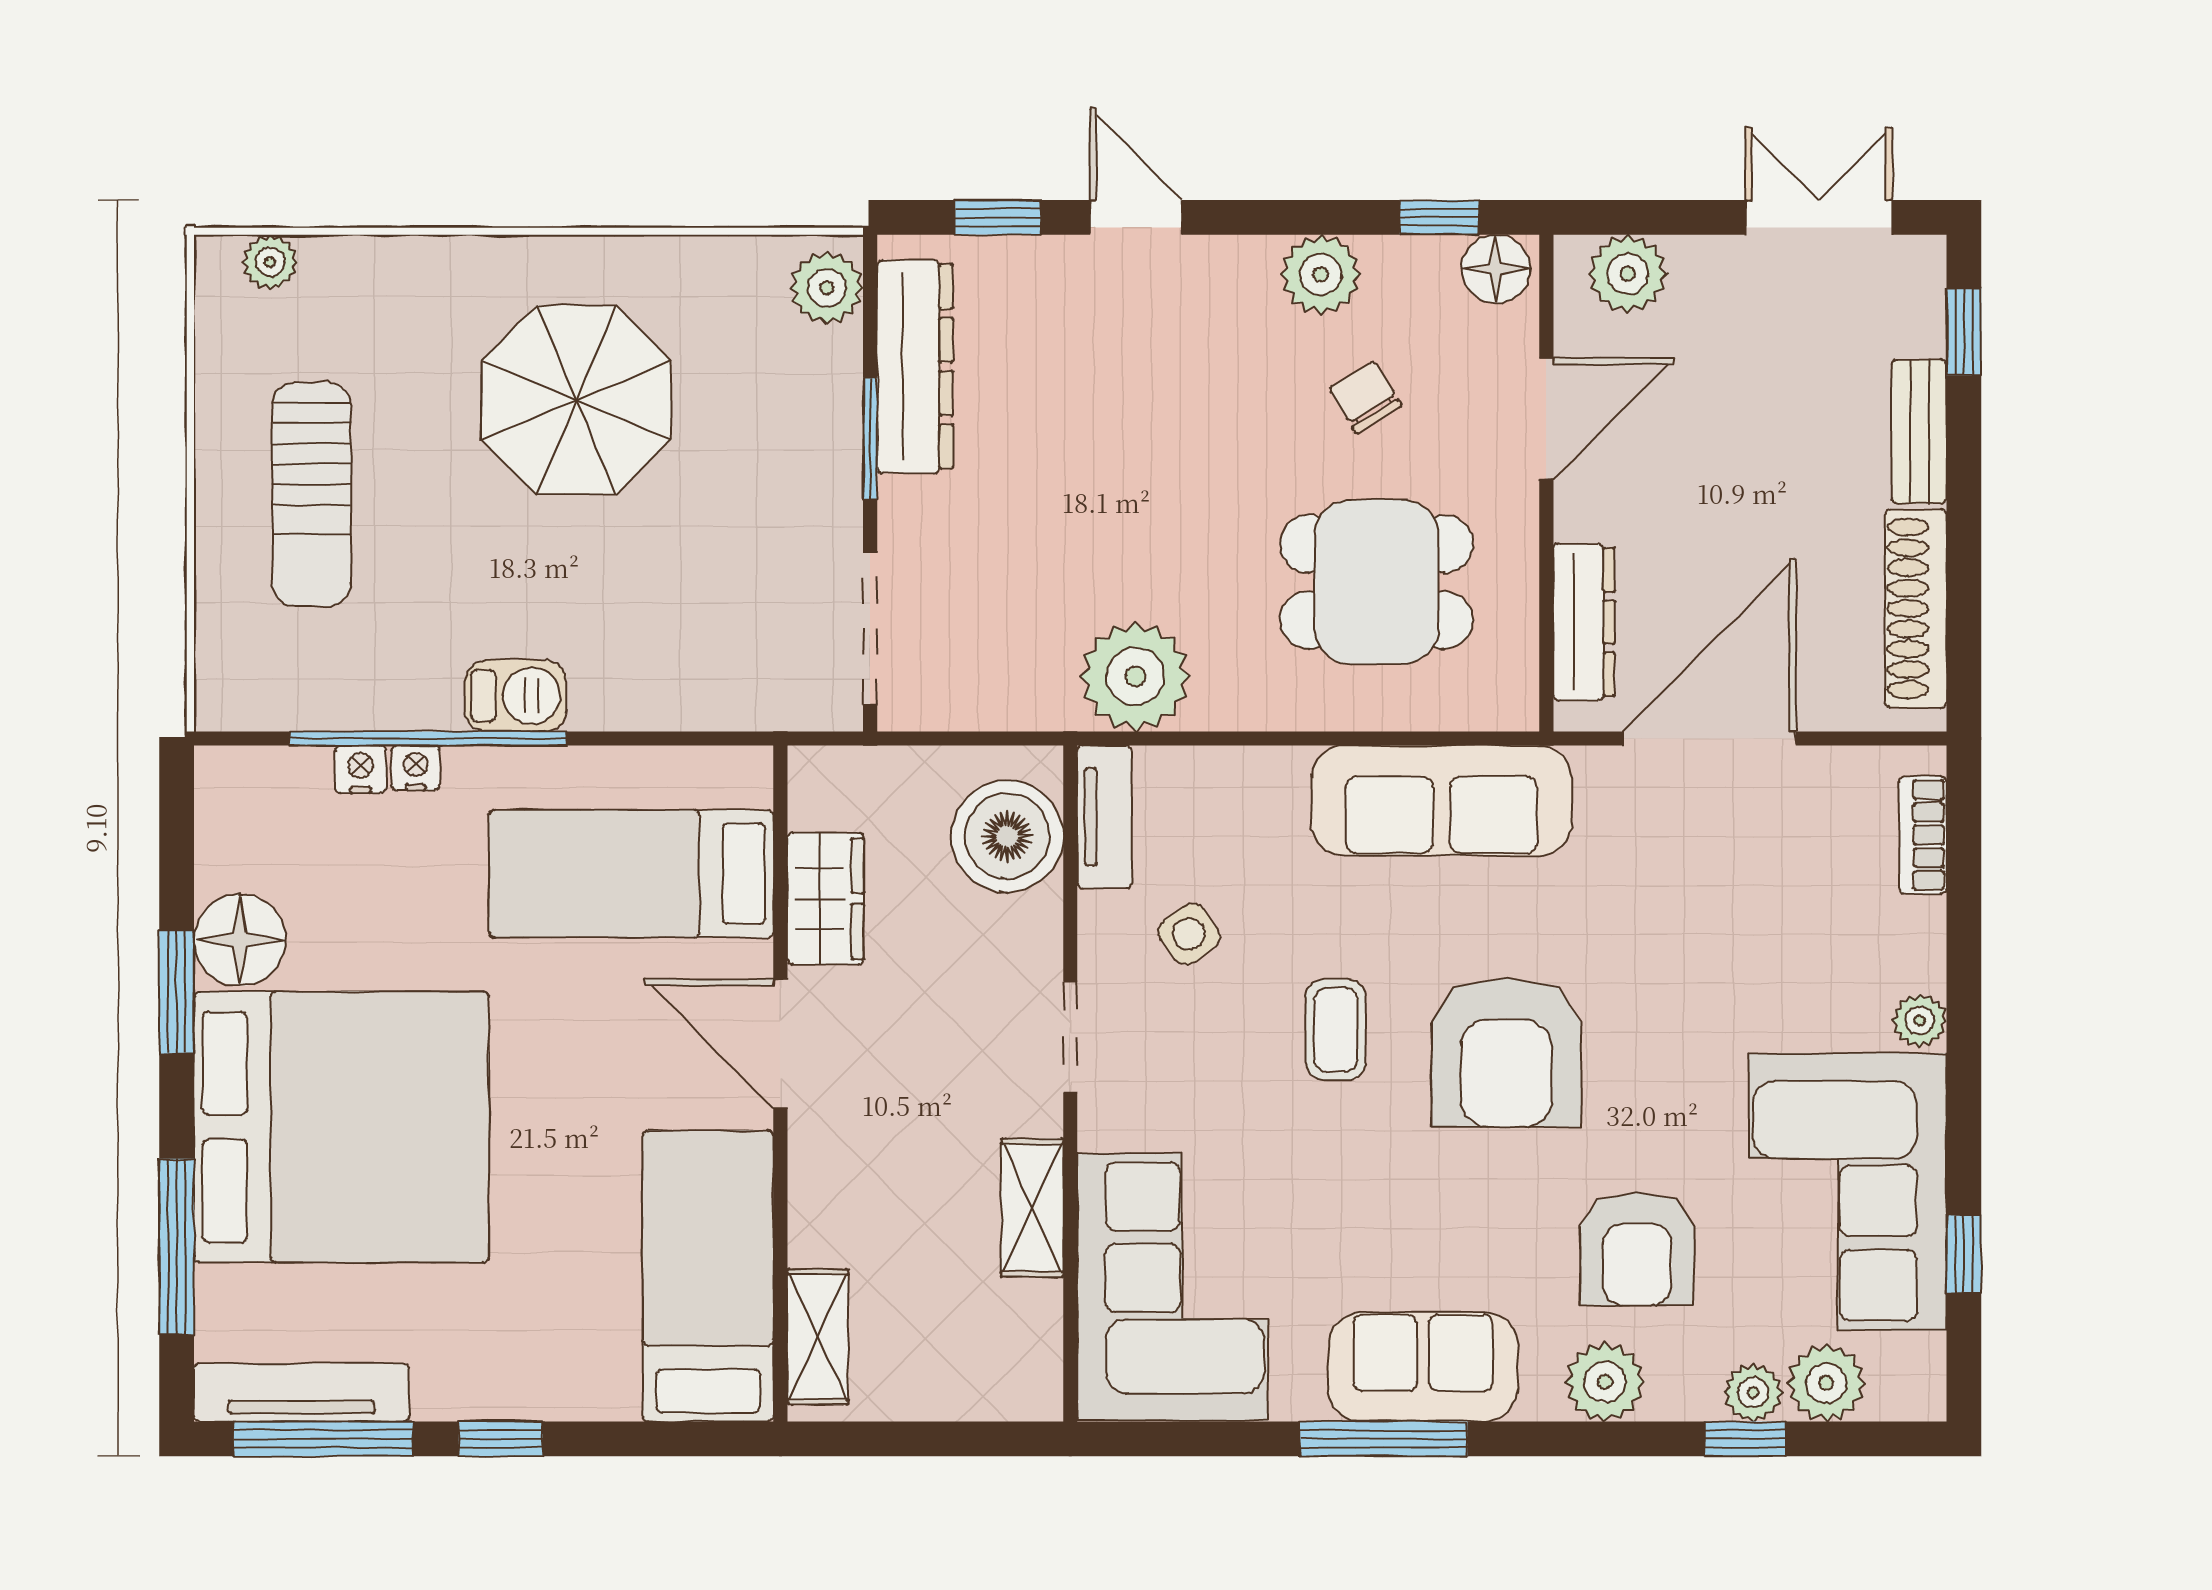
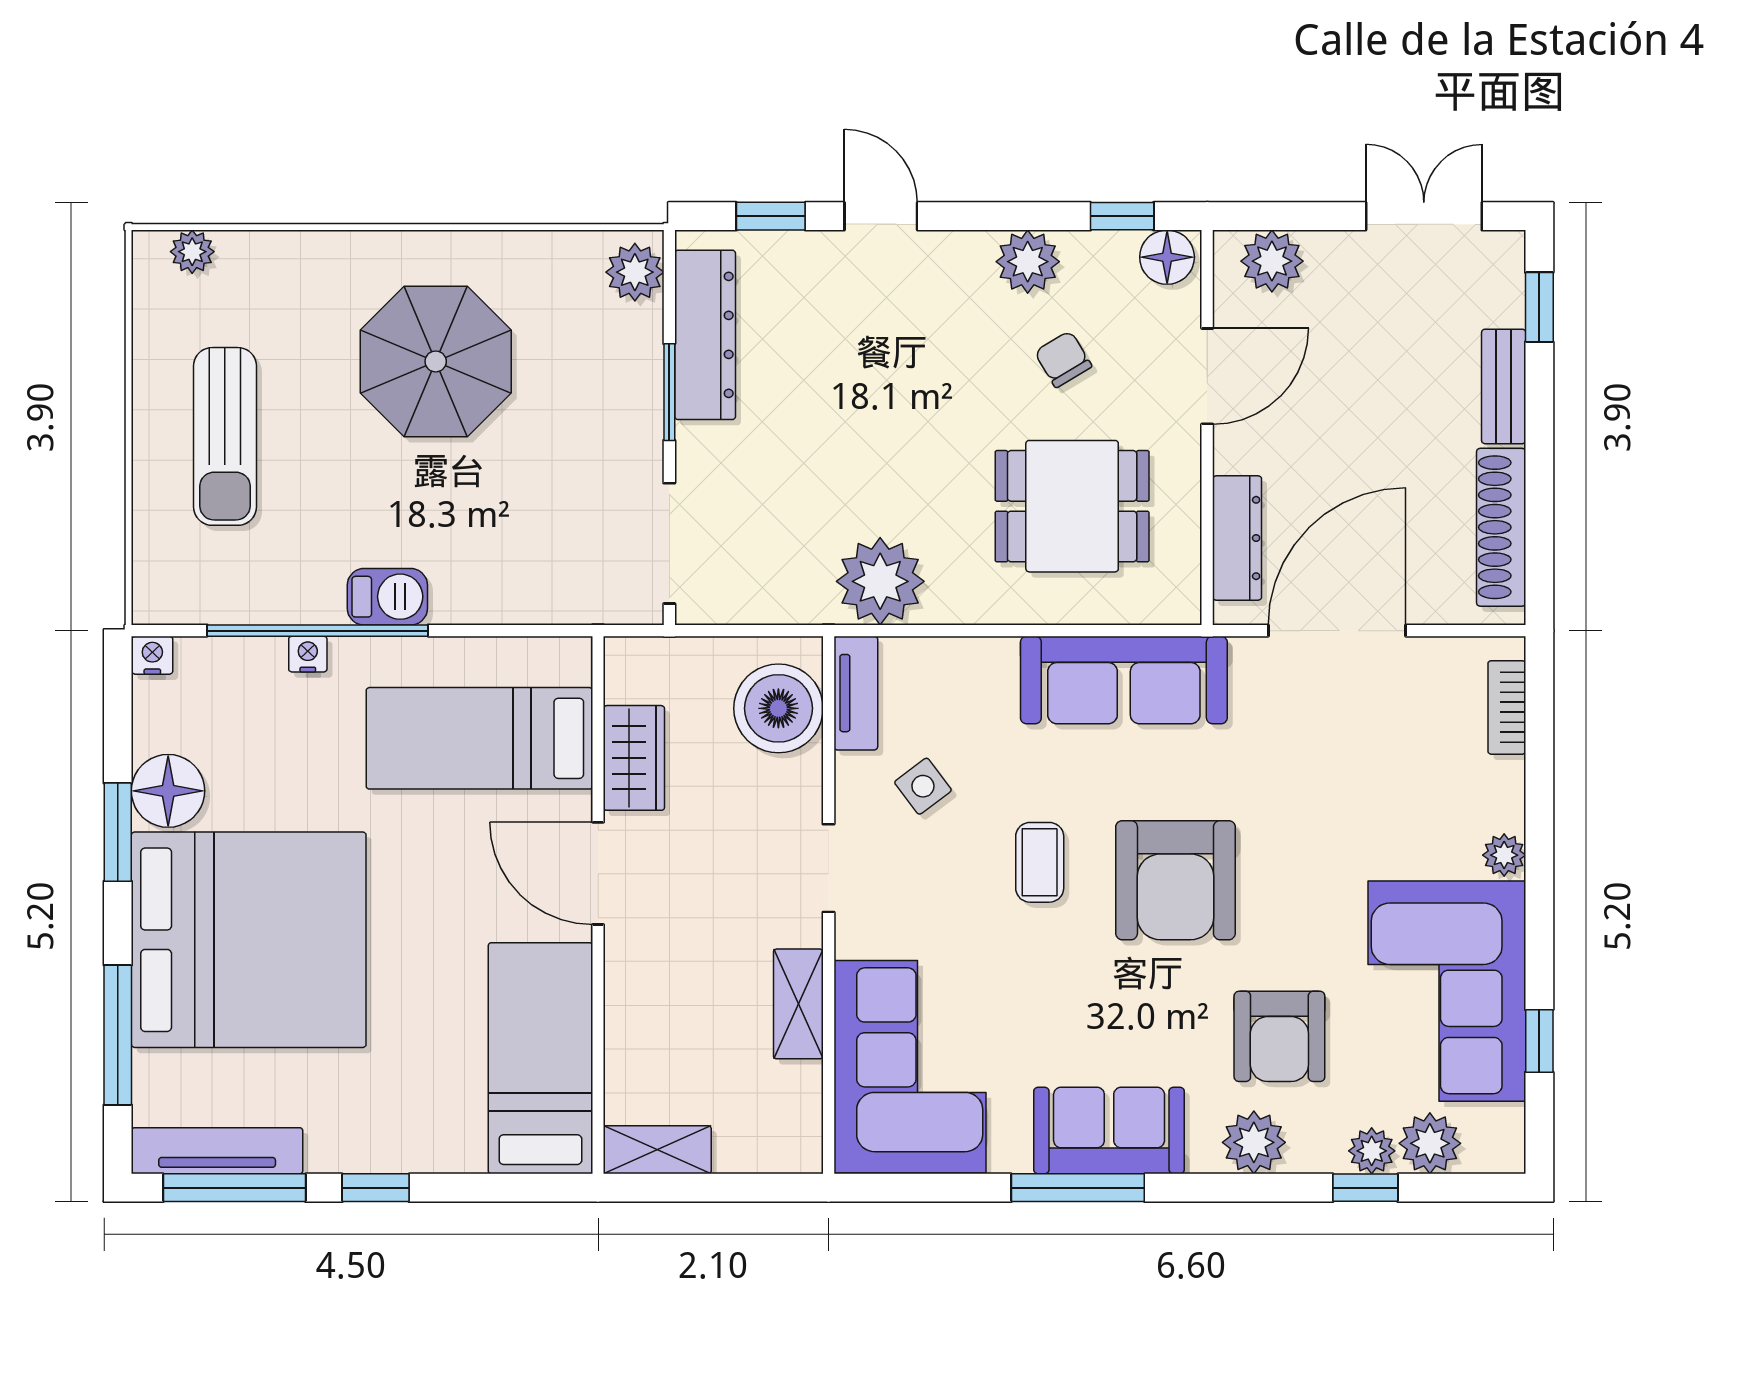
nightstand: (361, 769) -> (152, 655), moved
shelving: (818, 1337) -> (657, 1150), moved, turned 90

